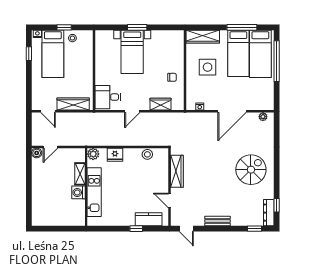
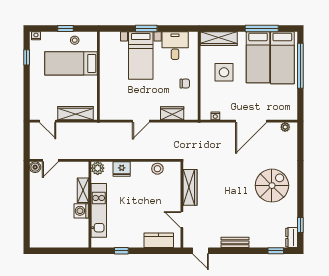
bed: (53, 54) -> (71, 63), moved, turned 90
desk: (108, 97) -> (175, 46), moved, turned 90
dresser: (269, 213) -> (292, 237), width x0.70
window: (136, 229) -> (121, 251), moved

